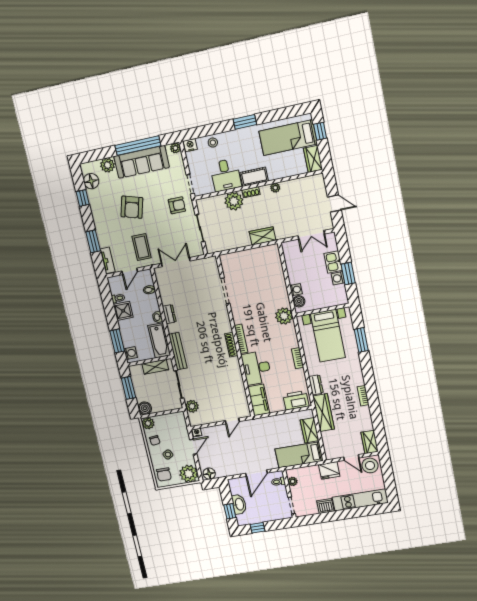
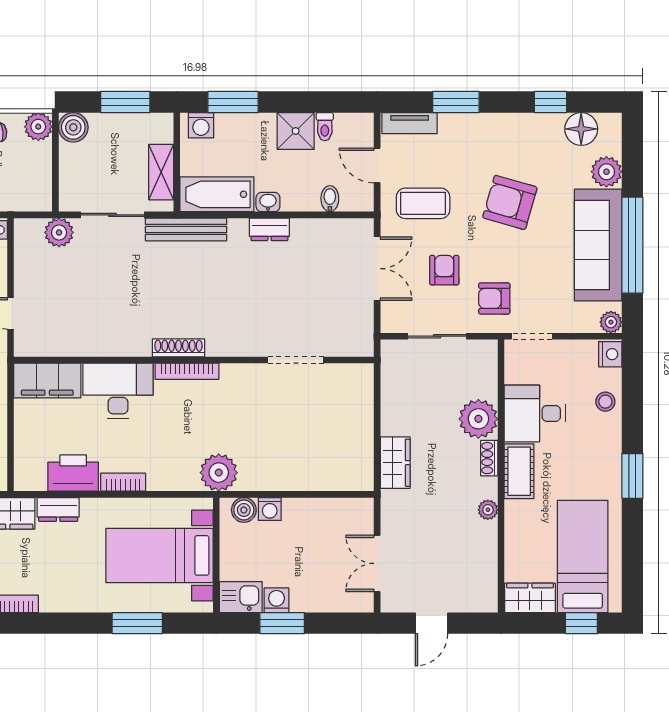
armchair: (177, 205) -> (494, 298), turned 90
armchair: (169, 231) -> (444, 270), added
kitchen sink: (333, 262) -> (241, 597), moved
printer: (296, 400) -> (73, 473), moved, turned -90

